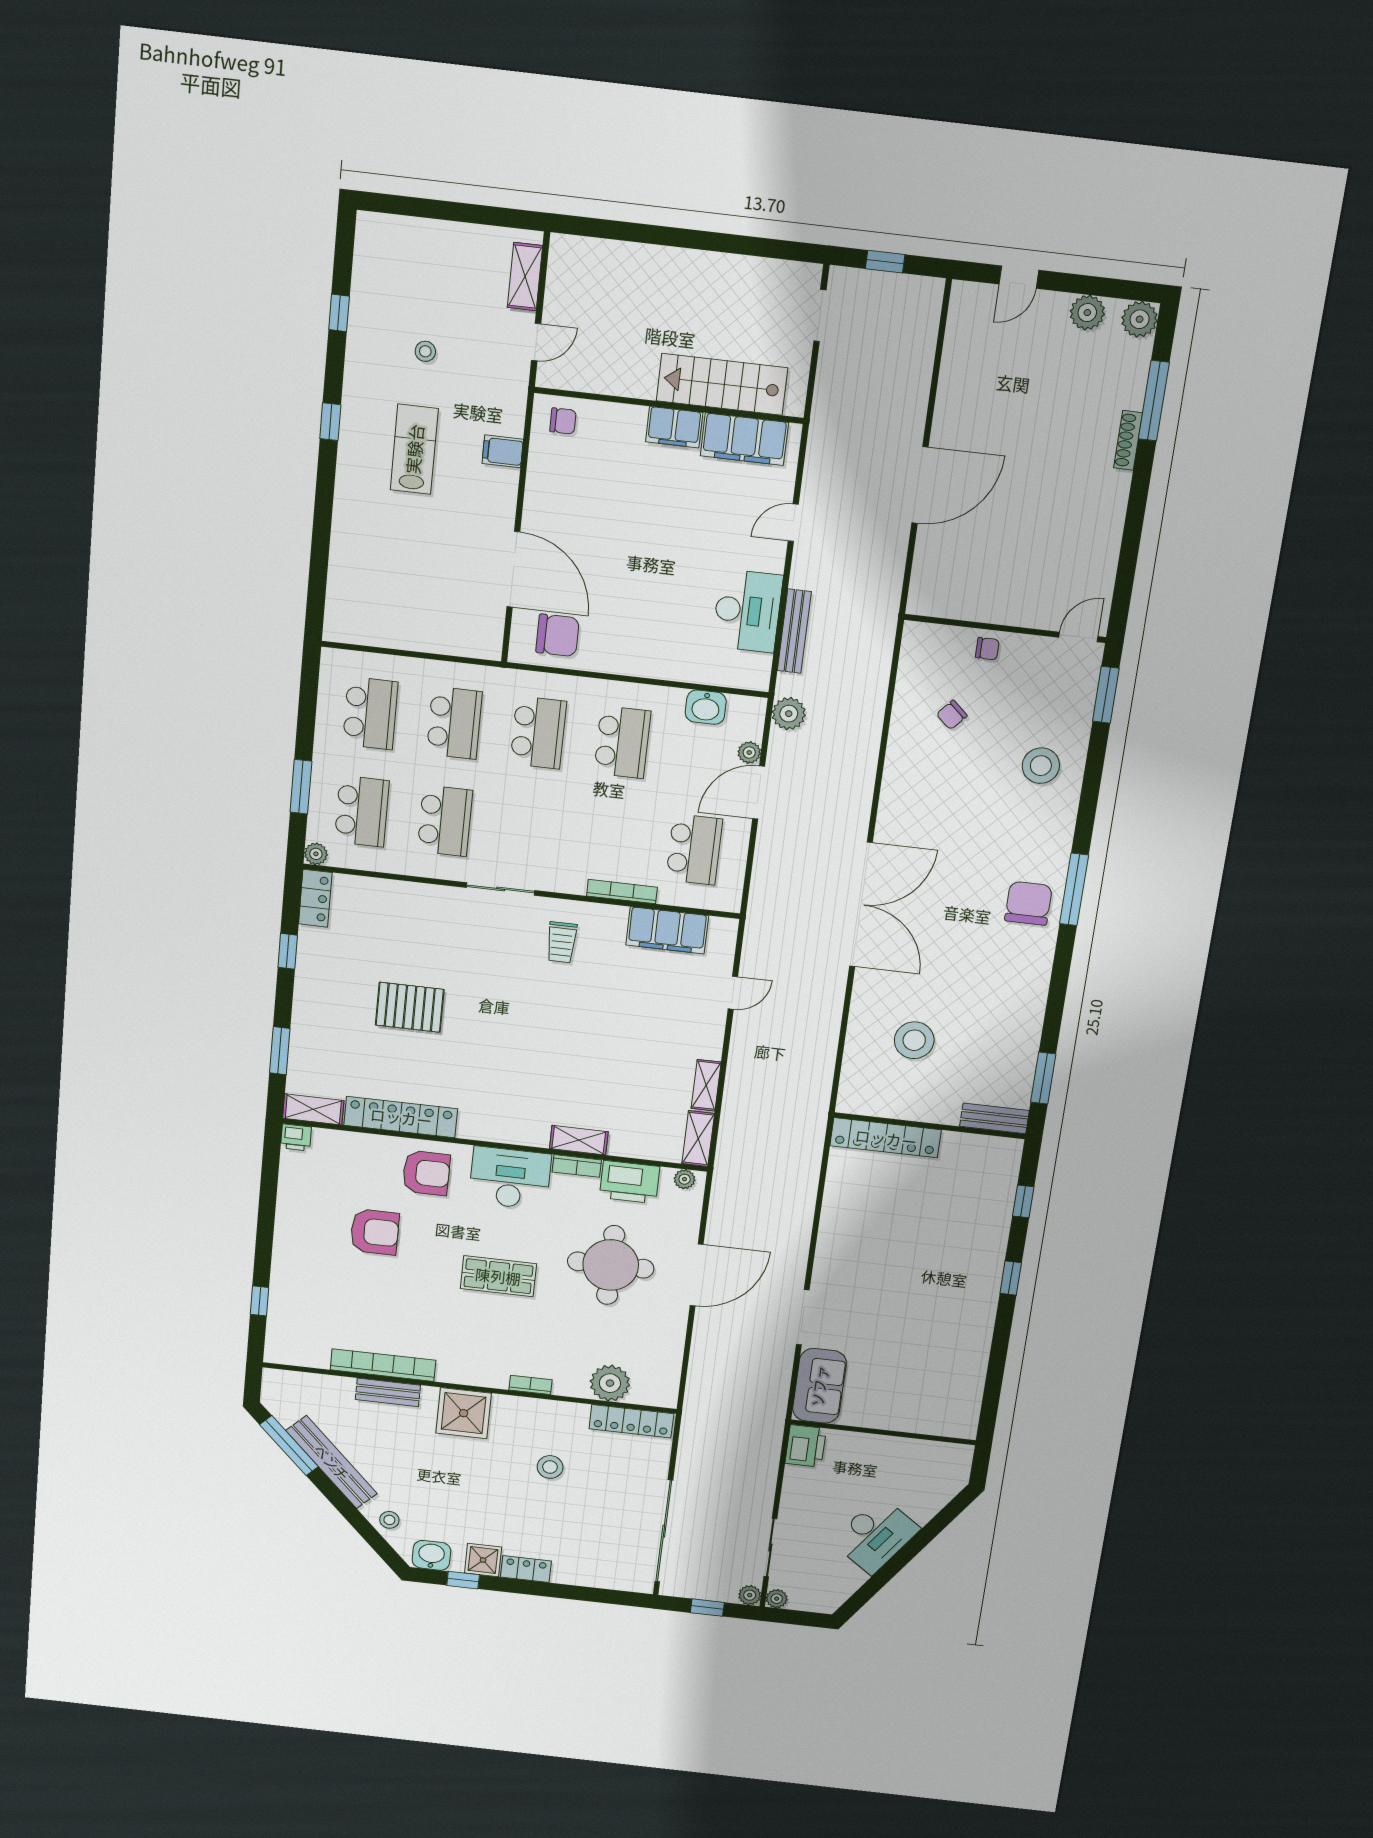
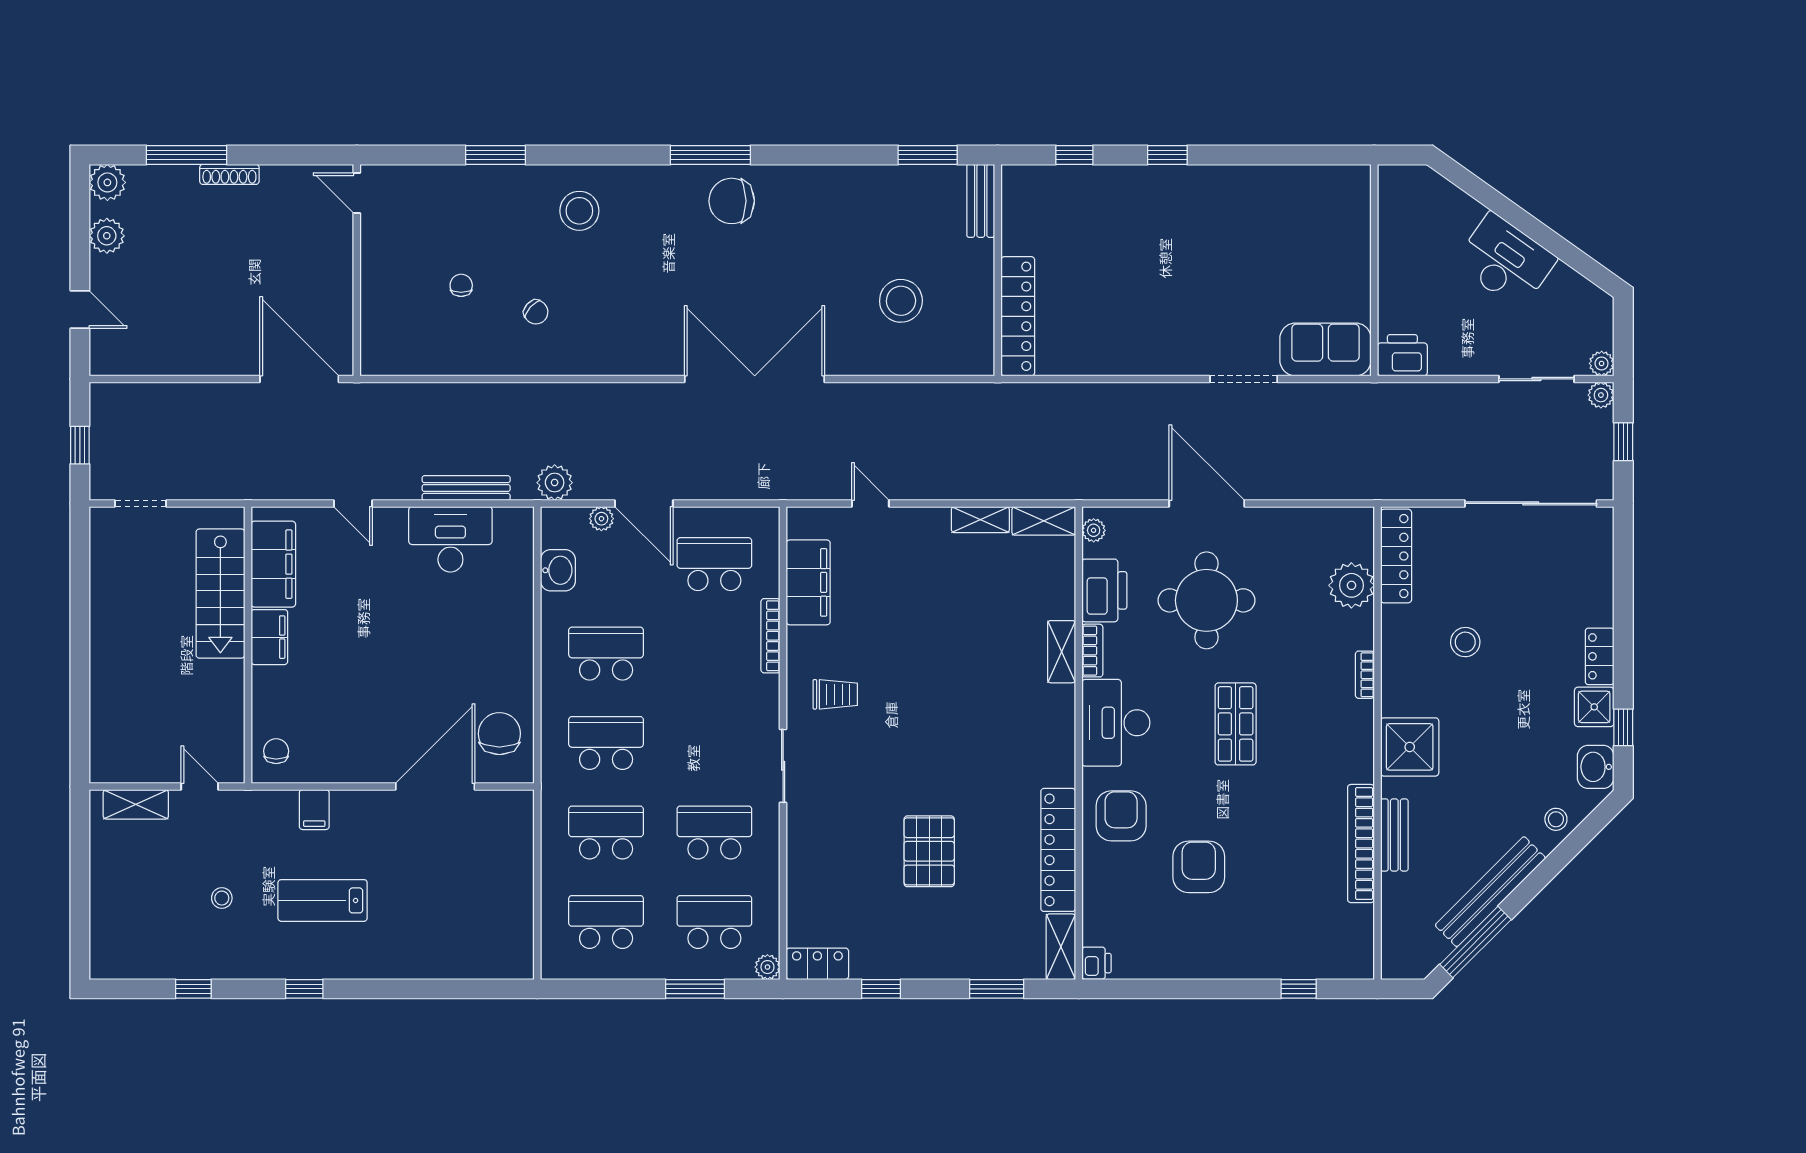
wall: (1005, 628) -> (357, 270), moved
door: (1078, 637) -> (357, 193), moved

